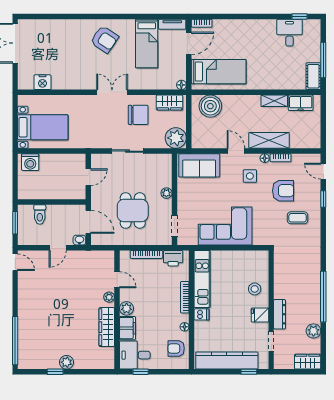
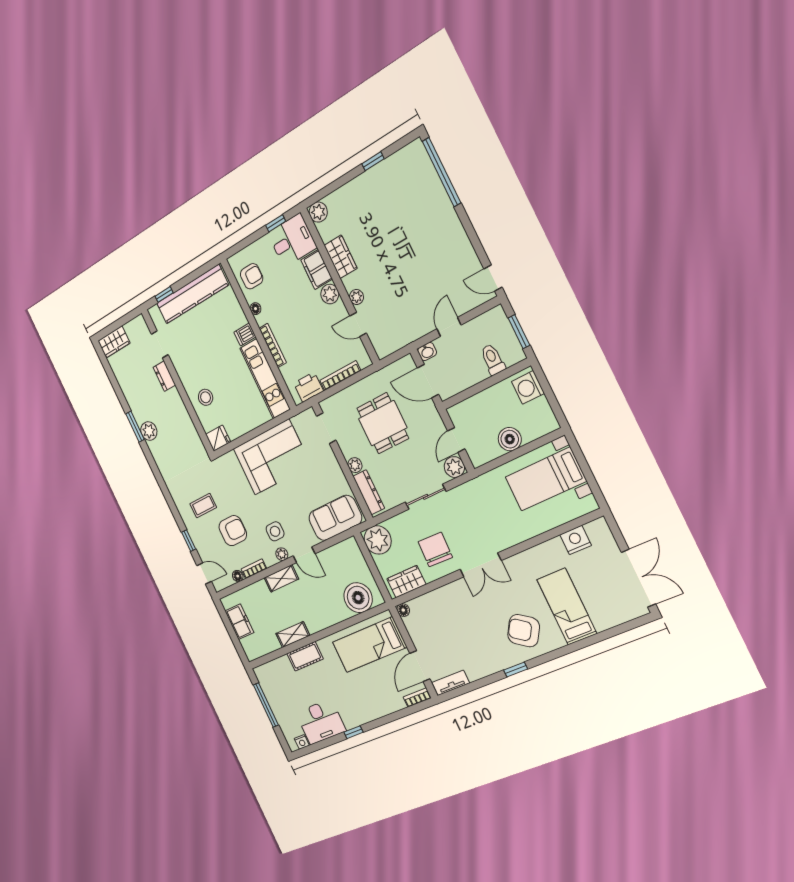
window: (122, 17) -> (516, 669), added
window: (300, 17) -> (354, 732), moved
nightstand: (308, 24) -> (302, 742), added
desk: (289, 33) -> (321, 722), width x1.37
bed: (147, 44) -> (567, 607), moved
cot: (313, 76) -> (305, 656), moved, turned 90
freezer: (301, 103) -> (239, 622), moved, turned 90
chair: (138, 115) -> (435, 549), turned 92
shelving: (269, 140) -> (281, 578), width x0.67, depth x0.75
floor lamp: (265, 158) -> (238, 576), moved
plant: (253, 159) -> (282, 554), added
plant: (98, 161) -> (454, 467), added
washing machine: (30, 162) -> (528, 387), moved, turned -90
boiler: (53, 162) -> (510, 439), added
dresser: (166, 171) -> (369, 492), added
armchair: (283, 191) -> (233, 531), turned 180
window: (323, 297) -> (135, 427), width x0.47
dresser: (280, 314) -> (164, 376), width x0.70
fridge: (260, 315) -> (218, 438), moved
wardrobe: (107, 327) -> (341, 257), width x0.67
plant: (313, 331) -> (149, 431), moved
plant: (66, 362) -> (318, 212), moved

